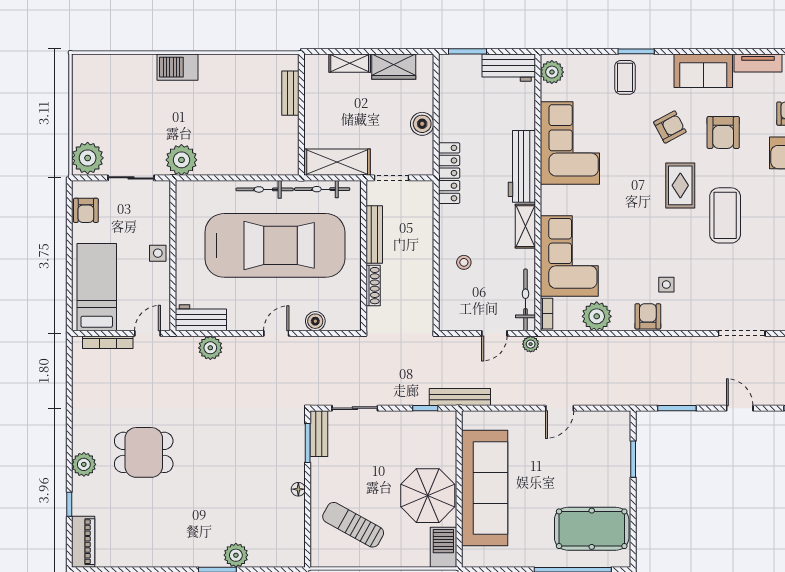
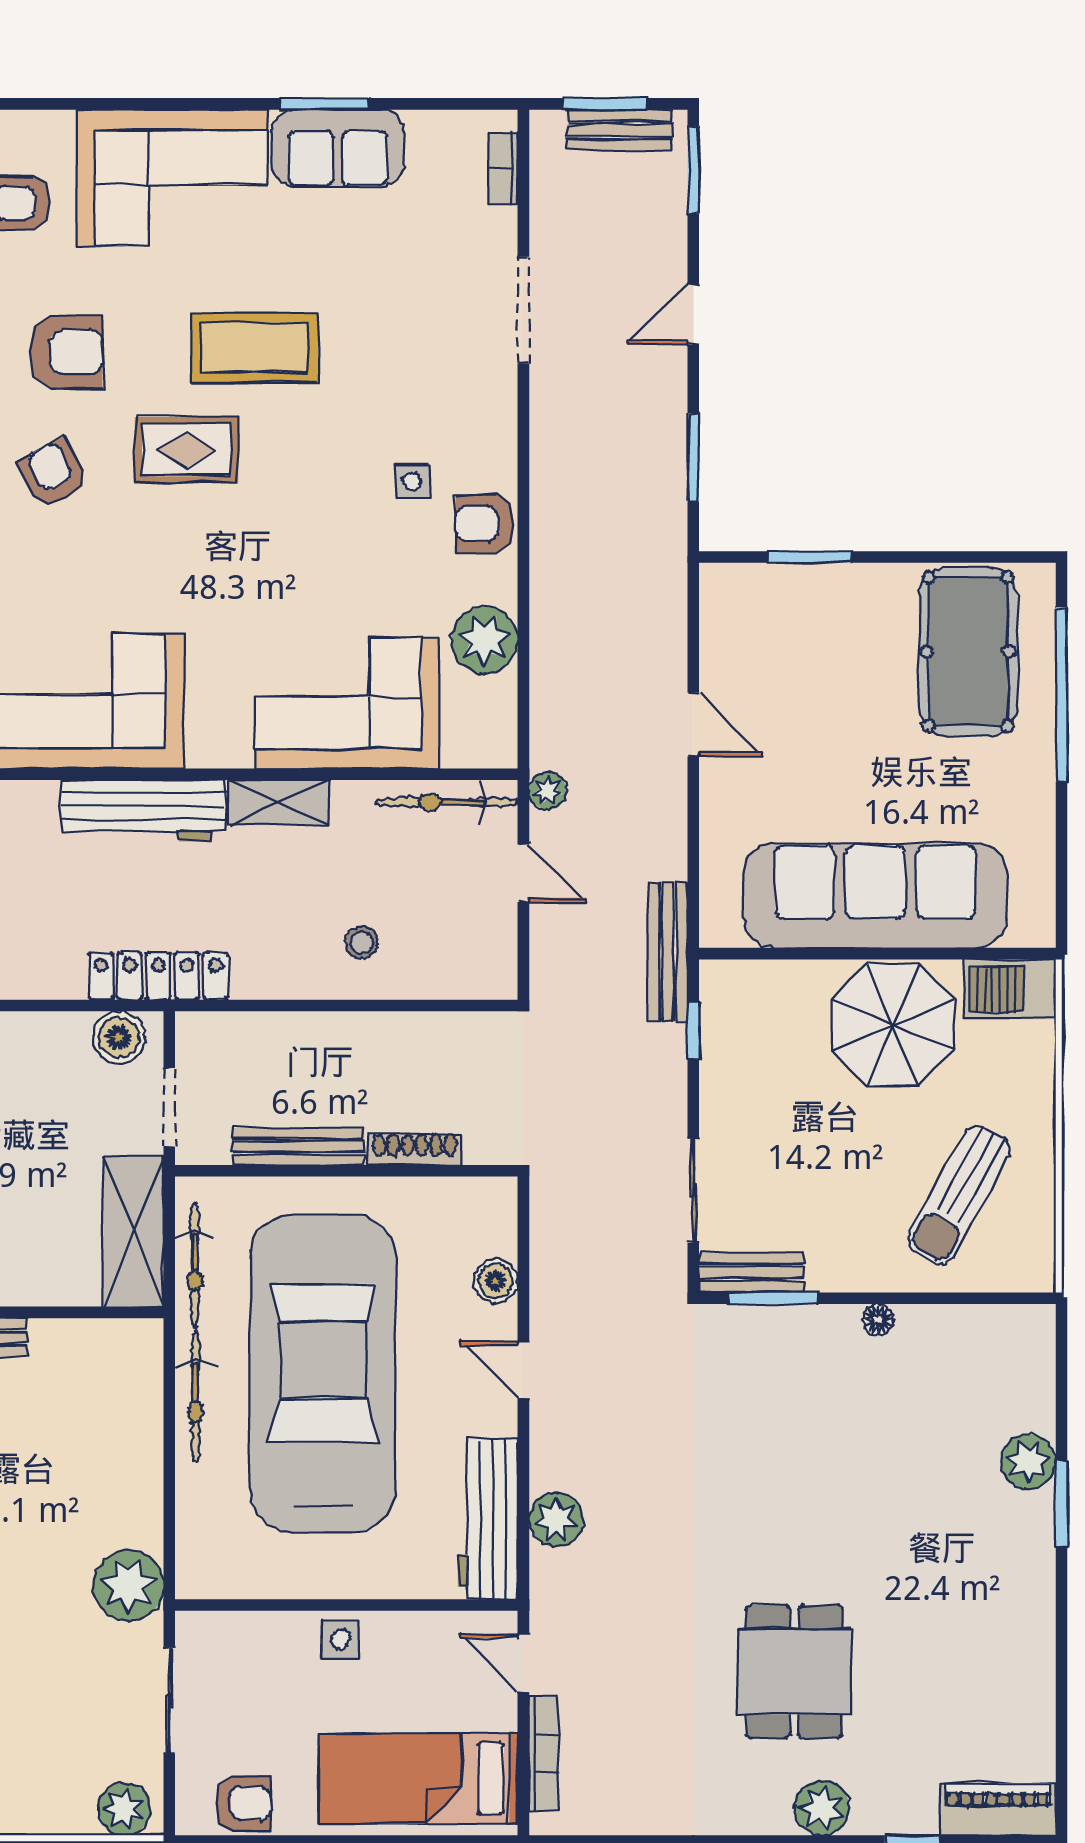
boiler: (422, 124) -> (119, 1038), moved
plant: (88, 158) -> (124, 1809), width x0.73, depth x0.73
bookcase: (547, 314) -> (478, 754), removed
workbench: (201, 318) -> (488, 1520), width x1.38

